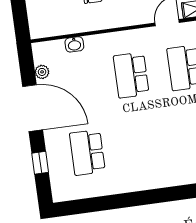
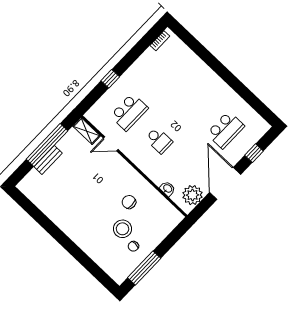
plant: (42, 72) -> (192, 195), width x1.88, depth x1.88
school desk: (131, 75) -> (159, 140), width x0.54

